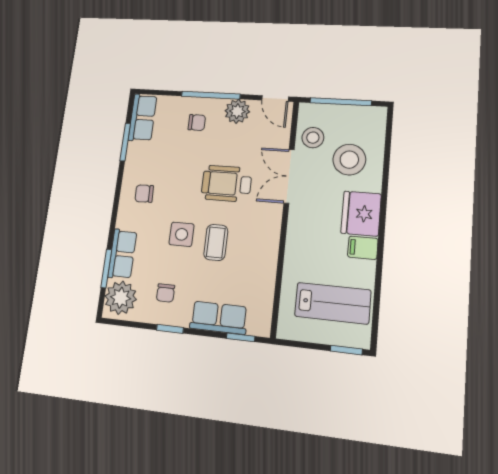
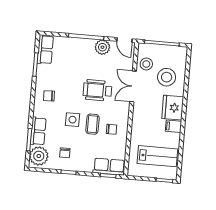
chair: (197, 123) -> (112, 129), moved
row of seats: (219, 318) -> (109, 167), moved

